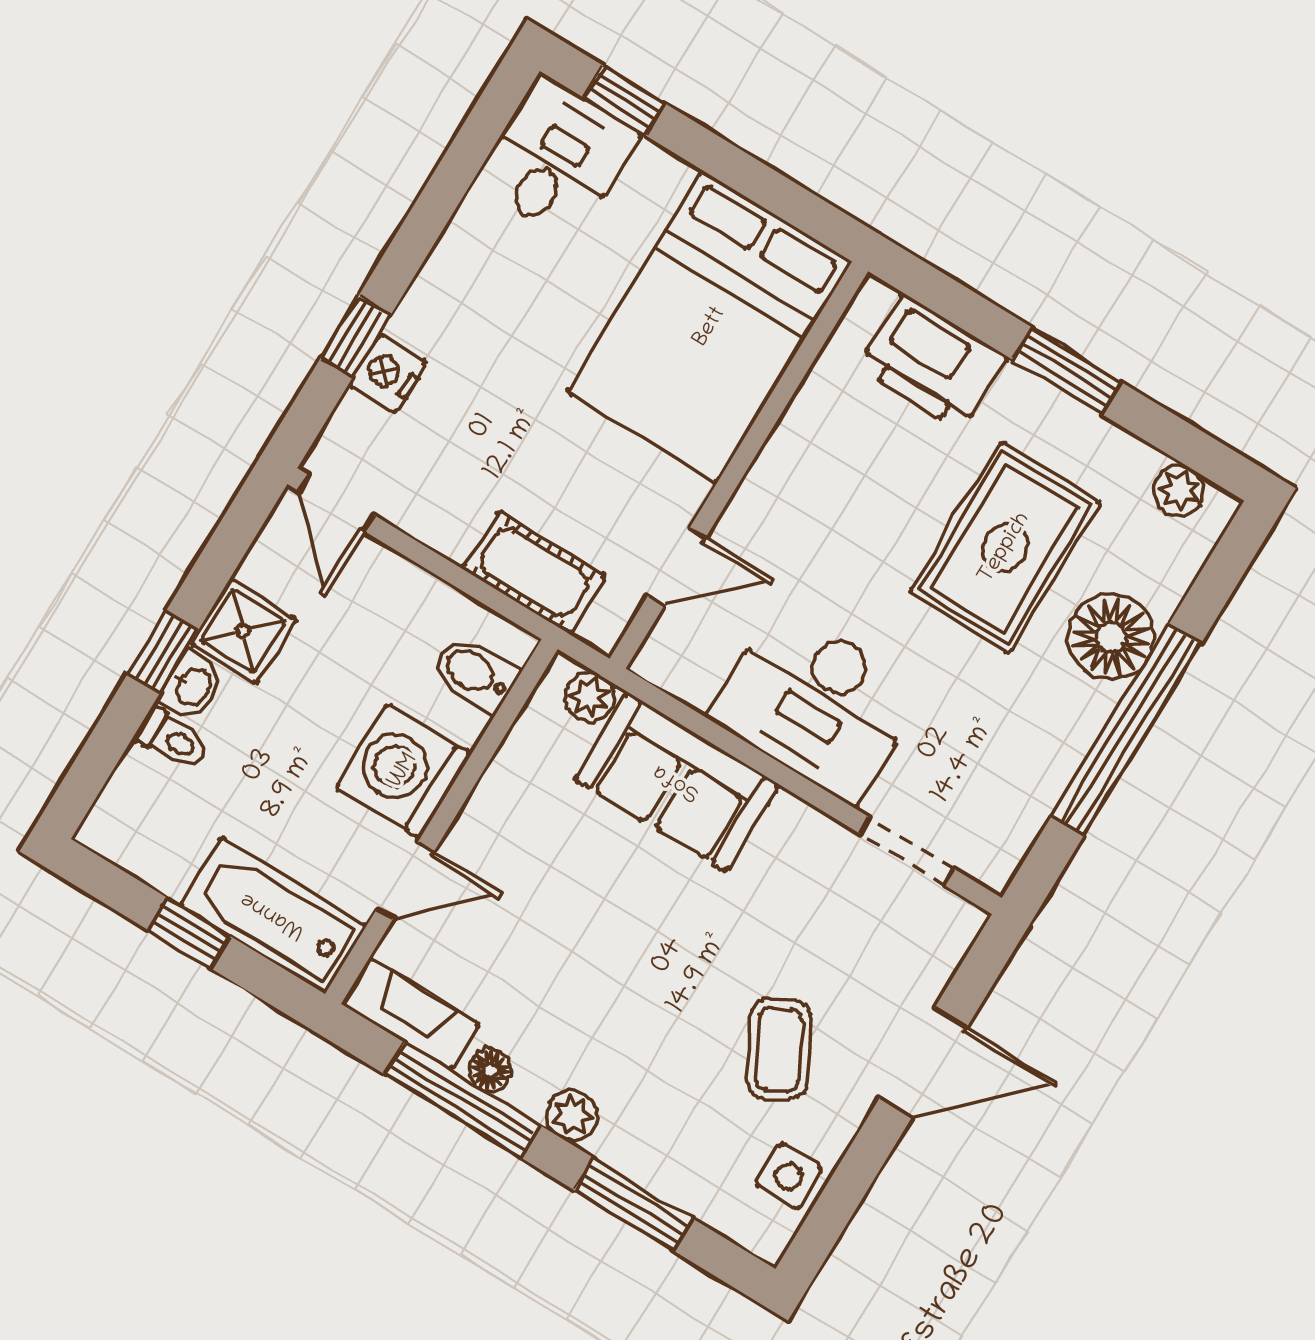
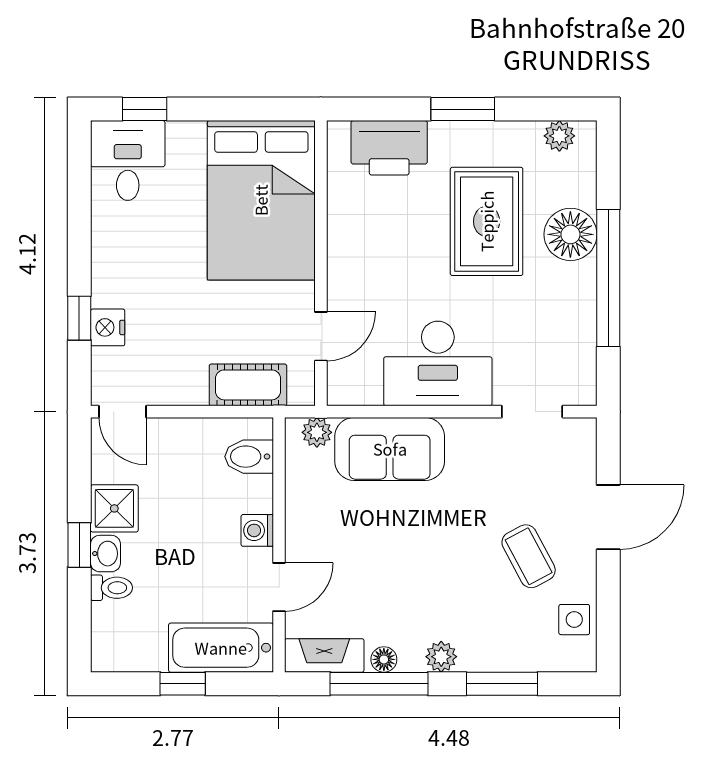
washing machine: (403, 771) -> (257, 530), width x0.53, depth x0.53

